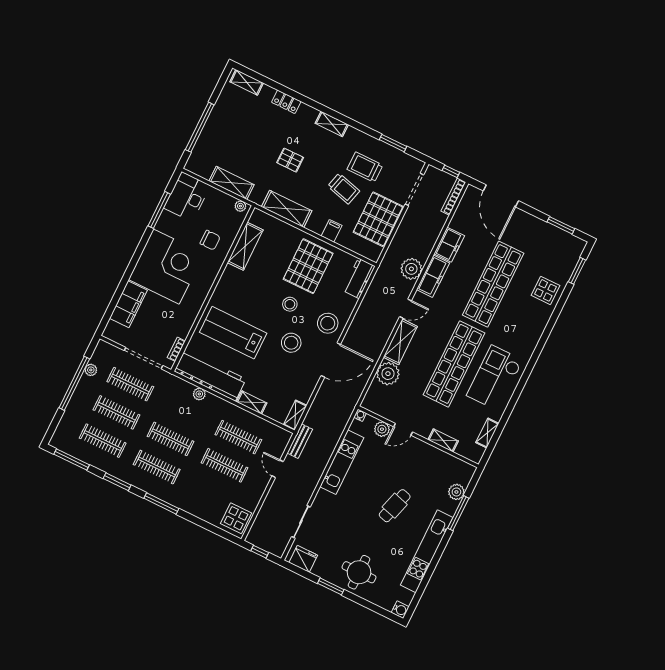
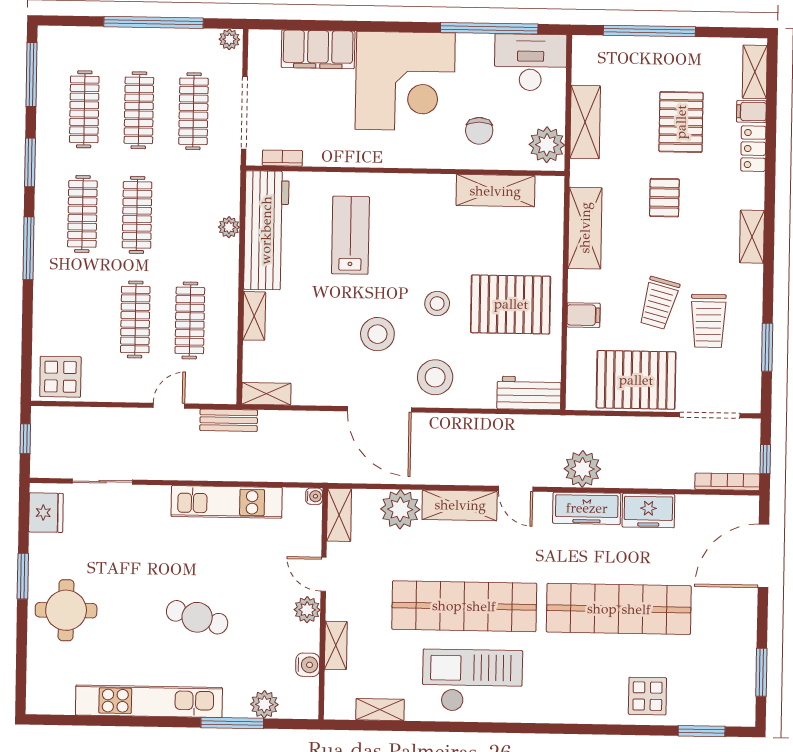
filing cabinet: (266, 94) -> (751, 111), added
pallet: (255, 133) -> (681, 122), added
trolley: (365, 167) -> (708, 321), turned 180
plant: (240, 206) -> (547, 145), width x1.88, depth x1.88
window: (159, 210) -> (489, 28), width x1.46
lab bench: (233, 333) -> (350, 235), width x0.73, depth x0.72
plant: (91, 370) -> (229, 39), moved
shelving: (376, 407) -> (339, 515), added
plant: (382, 429) -> (307, 610), moved
water cooler: (400, 610) -> (308, 665), moved, turned -90

